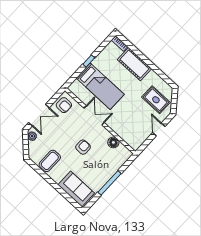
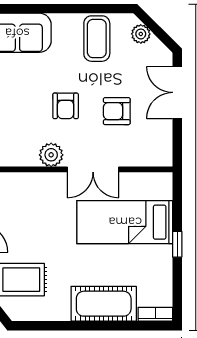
armchair: (64, 105) -> (117, 111), moved
plant: (104, 134) -> (51, 155), added
plant: (32, 136) -> (141, 34), moved
floor lamp: (113, 142) -> (26, 155), removed

